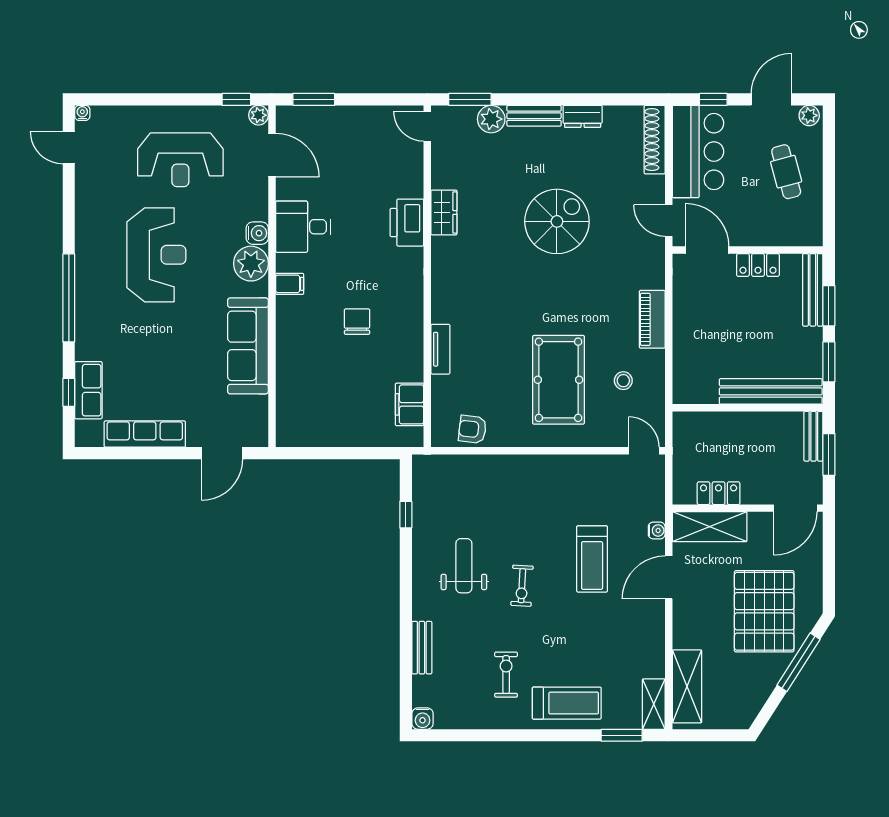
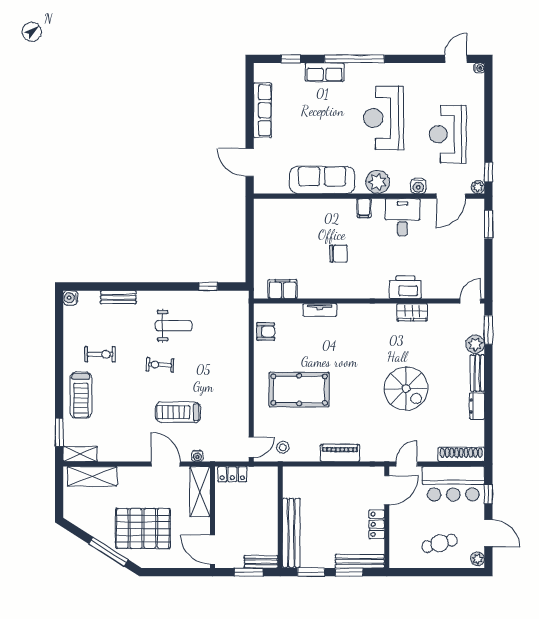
water cooler: (257, 233) -> (418, 186), moved
reception desk: (156, 255) -> (384, 118), turned 90
stool: (623, 381) -> (283, 447), moved
row of seats: (88, 390) -> (325, 72), moved
armchair: (472, 429) -> (266, 332), turned 83
locker: (719, 493) -> (232, 474), moved, turned 90

